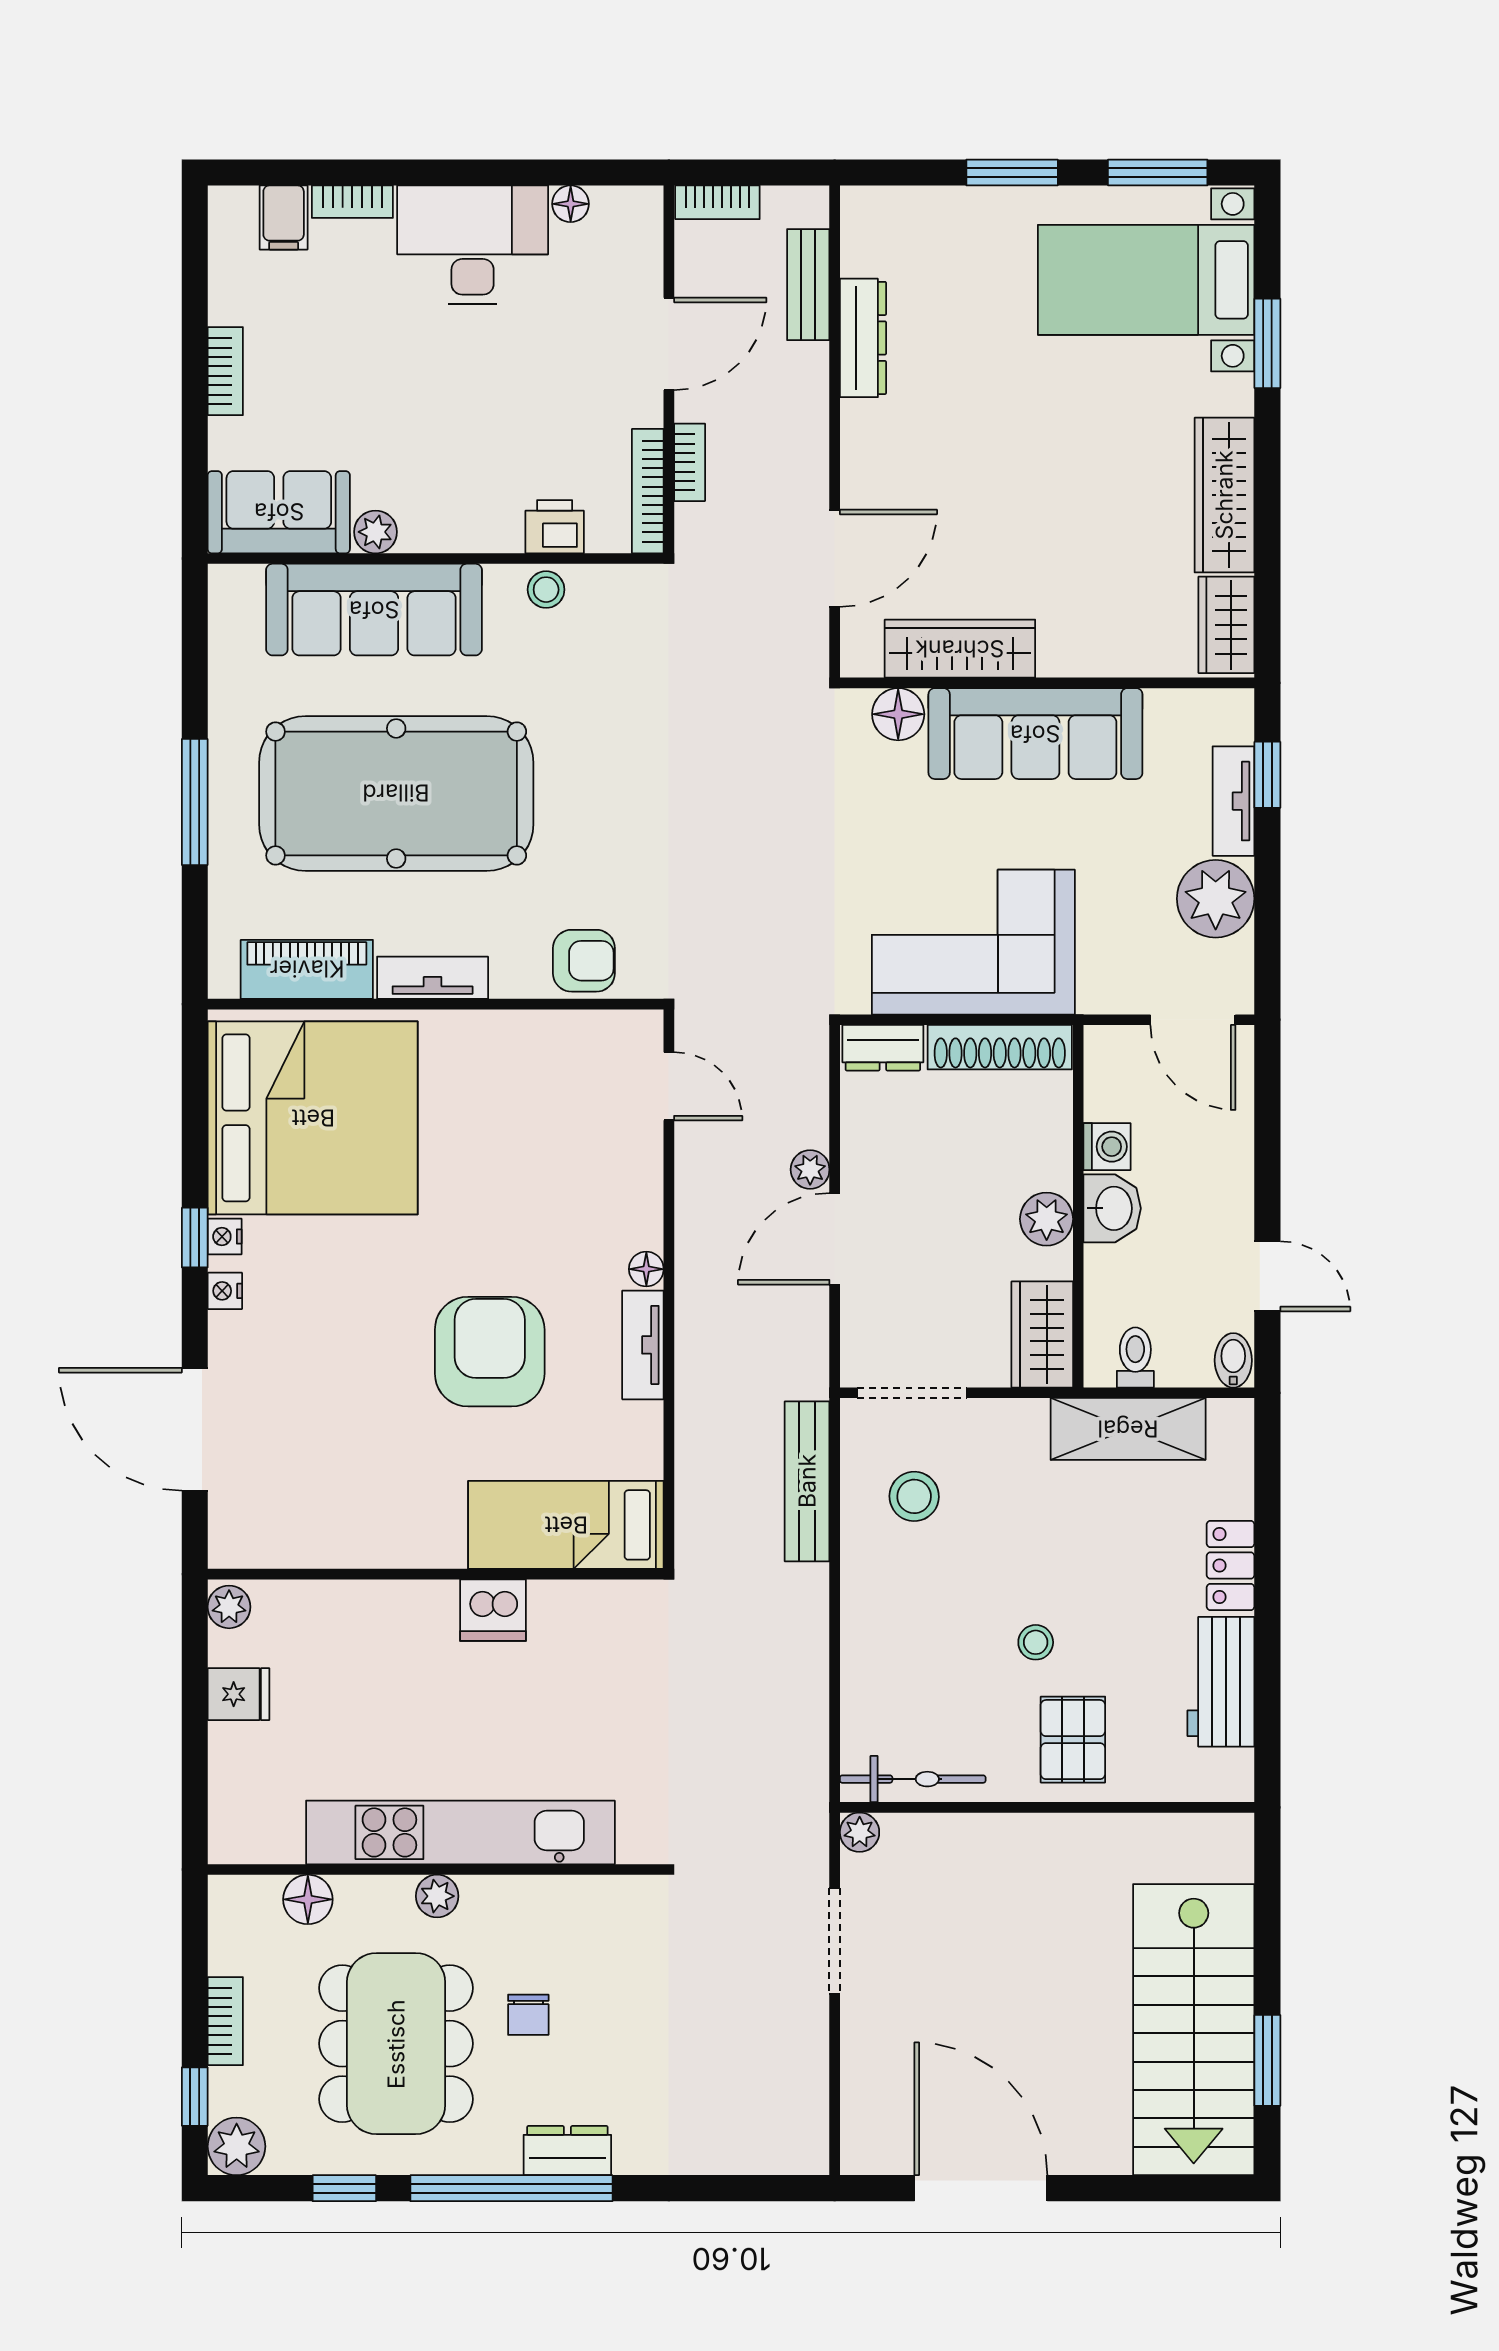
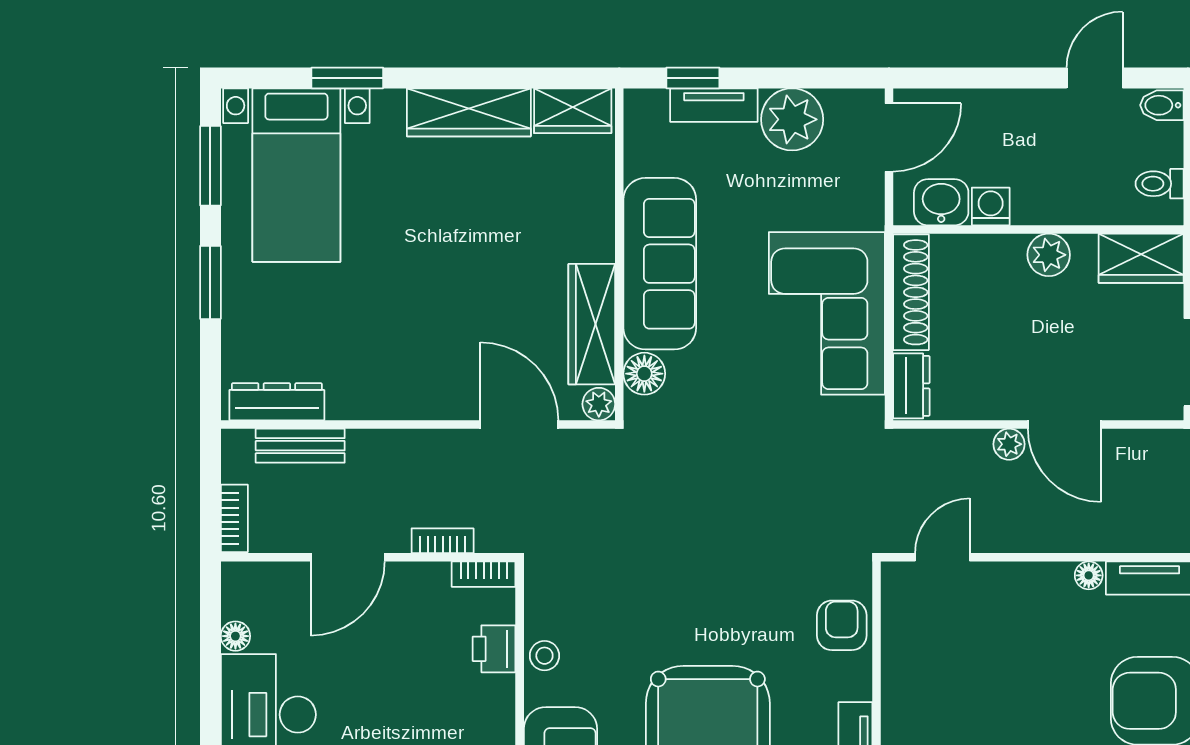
dresser: (863, 338) -> (277, 402), moved
door: (669, 344) -> (348, 557), swing flipped
bookcase: (648, 491) -> (484, 574), width x0.64
plant: (860, 657) -> (599, 404), added
washbasin: (1112, 1208) -> (941, 202), moved

